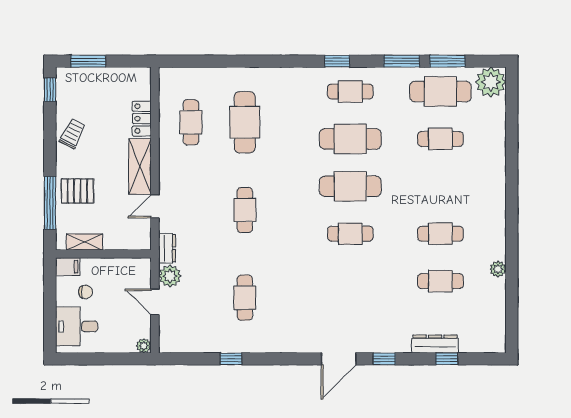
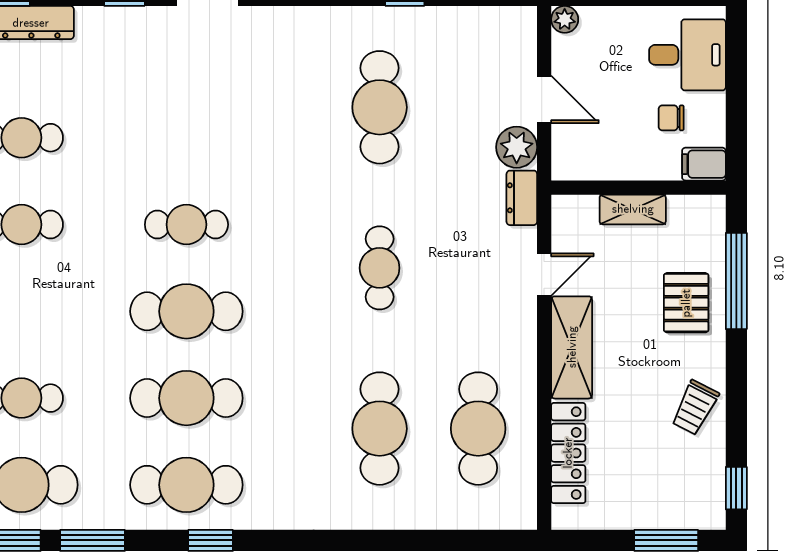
cafe table: (350, 91) -> (186, 485), width x1.37, depth x1.35
locker: (142, 119) -> (568, 453), width x1.53
cafe table: (191, 122) -> (478, 429), width x1.37, depth x1.35
pallet: (77, 191) -> (686, 303), turned 90
shelving: (84, 242) -> (633, 209), moved
cafe table: (245, 298) -> (380, 107), width x1.37, depth x1.35

